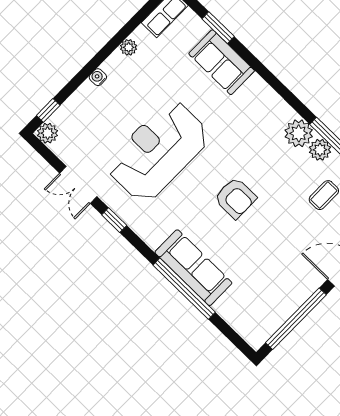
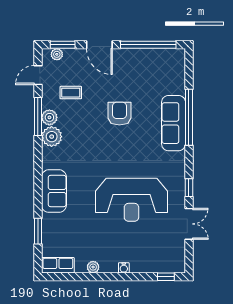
sofa: (222, 62) -> (54, 191), moved
plant: (48, 133) -> (178, 266), removed
armchair: (235, 198) -> (119, 114), moved

